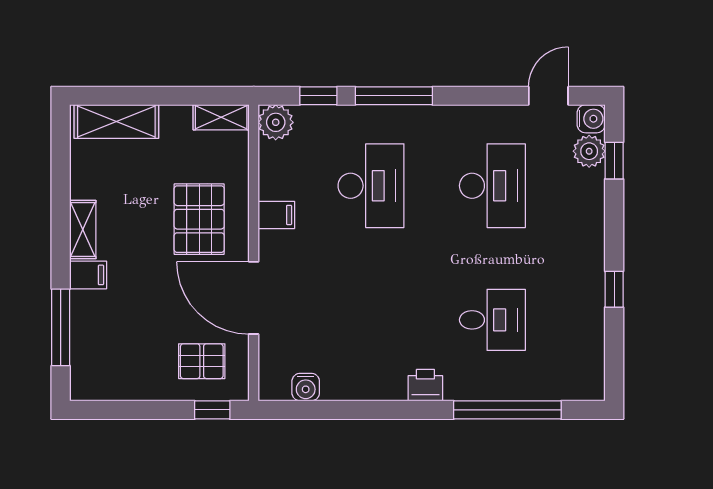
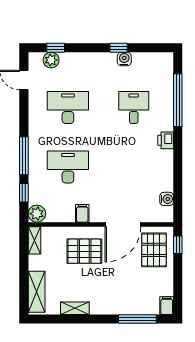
water cooler: (591, 119) -> (124, 59), moved
shelving: (83, 230) -> (75, 308), moved
filing cabinet: (88, 275) -> (167, 306), moved
pallet: (202, 361) -> (154, 250), width x1.50, depth x1.42

